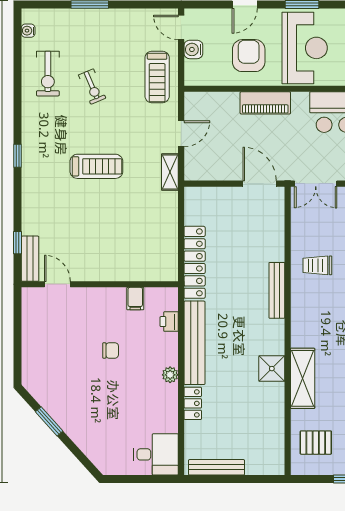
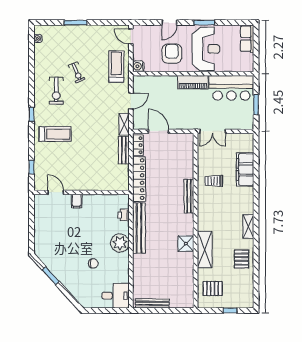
water cooler: (193, 49) -> (138, 66), moved
exercise bike: (48, 74) -> (56, 91), moved
treadmill: (157, 77) -> (116, 67), turned 180
piano: (265, 103) -> (193, 82), moved
treadmill: (96, 166) -> (55, 134), moved
door: (260, 184) -> (159, 131), moved
bench: (30, 259) -> (124, 150), moved
filing cabinet: (135, 299) -> (77, 201), moved
chair: (111, 350) -> (93, 263), moved
plant: (170, 375) -> (120, 243), width x1.87, depth x1.87
locker: (193, 403) -> (138, 145), moved

